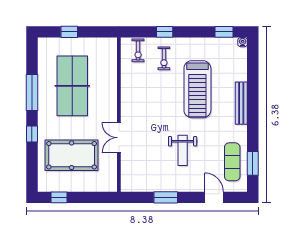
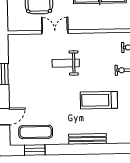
treadmill: (197, 89) -> (99, 100), width x0.73, depth x0.73
weight bench: (183, 150) -> (66, 63), moved

